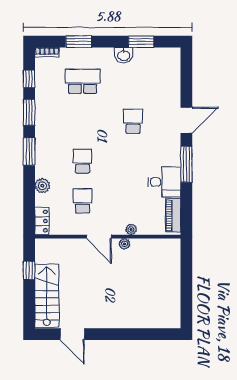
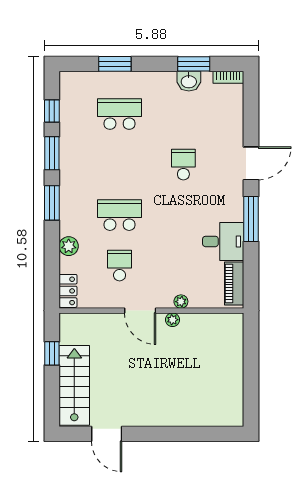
bookcase: (47, 52) -> (228, 77), moved
washbasin: (124, 55) -> (189, 81), moved
school desk: (83, 161) -> (120, 215), width x1.85

